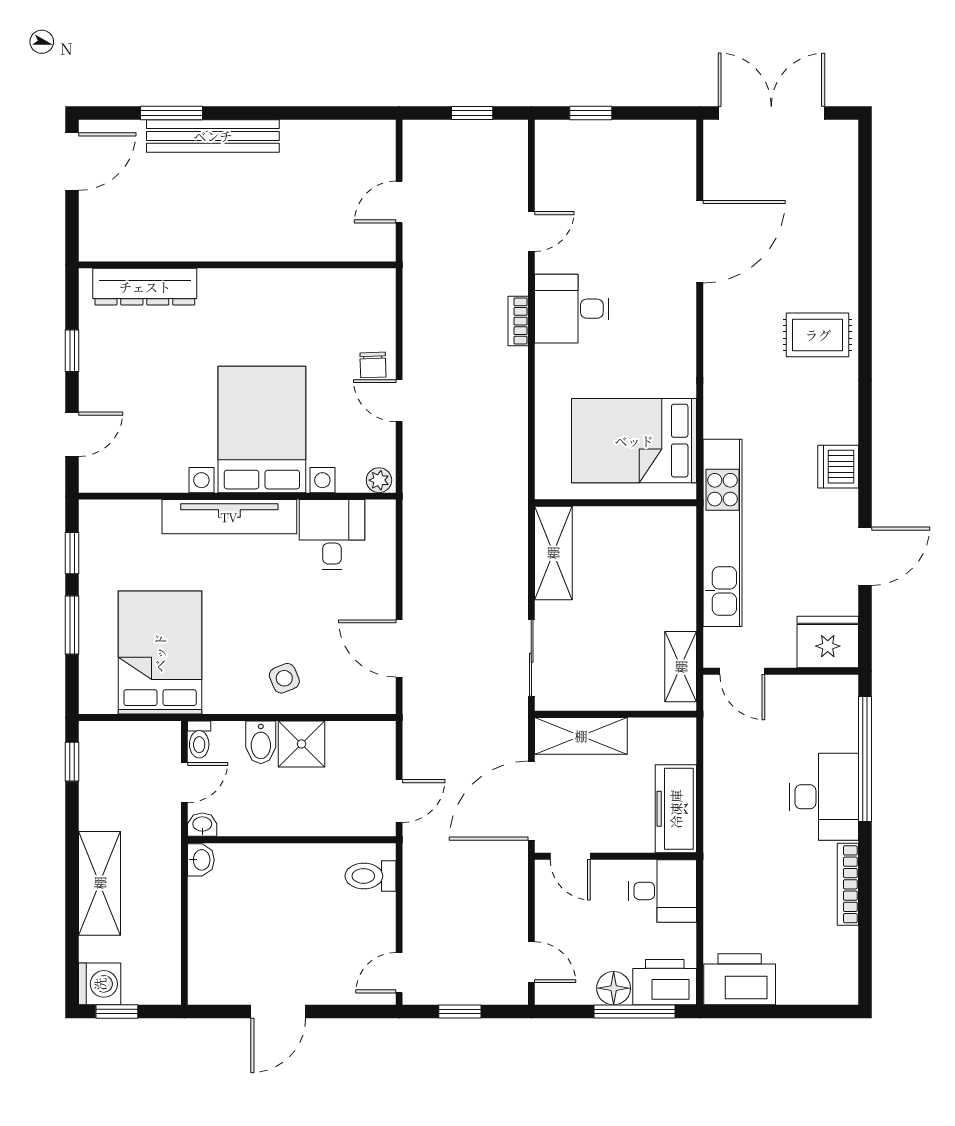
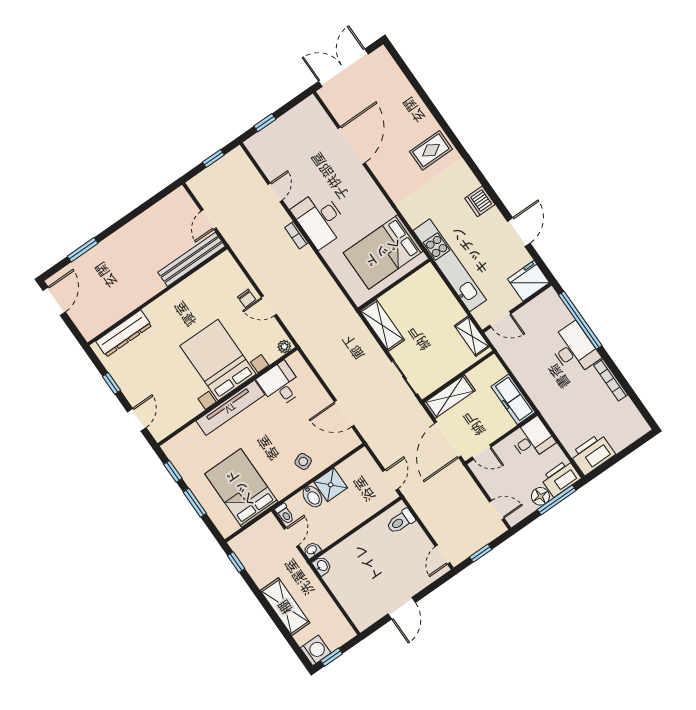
bench: (213, 136) -> (191, 259), moved
desk: (572, 309) -> (320, 219), width x1.37

